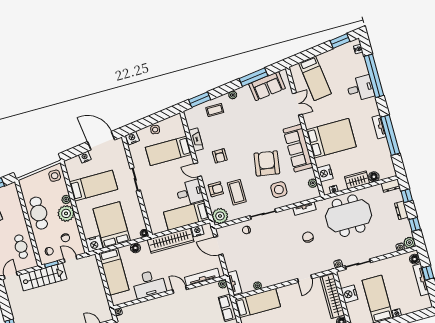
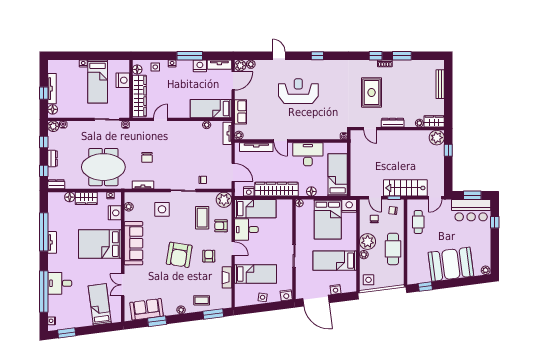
window: (253, 77) -> (157, 321), width x0.69
armchair: (267, 163) -> (179, 255), moved
nightstand: (349, 294) -> (123, 80), moved

